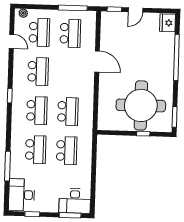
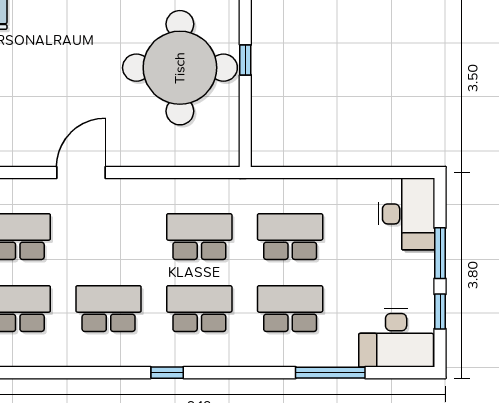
door: (11, 41) -> (40, 373), removed
window: (70, 215) -> (440, 253), moved

